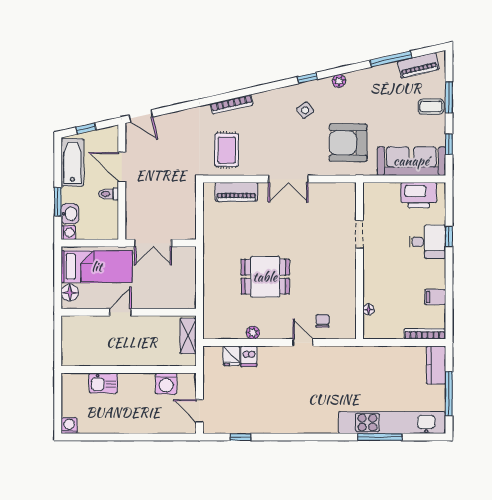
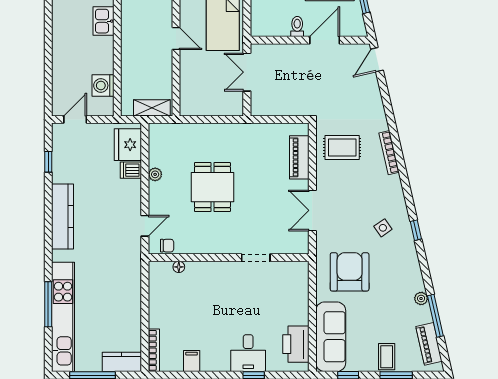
plant: (339, 81) -> (421, 298), moved
doorway: (360, 234) -> (256, 258), moved
wall: (360, 261) -> (229, 258), moved
floor lamp: (369, 310) -> (179, 267), moved
fridge: (231, 356) -> (128, 145), width x1.88, depth x1.34
kitchen counter: (294, 423) -> (63, 216), added

